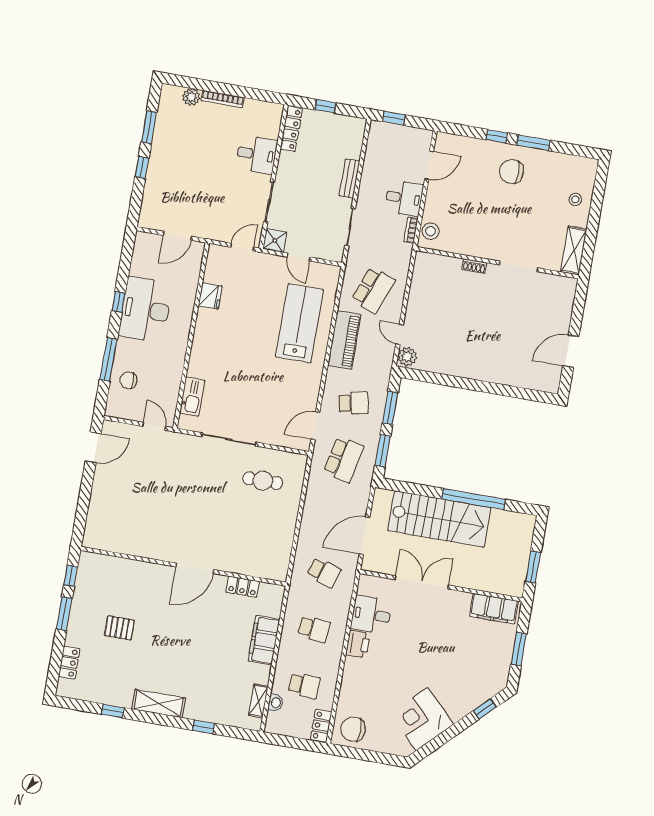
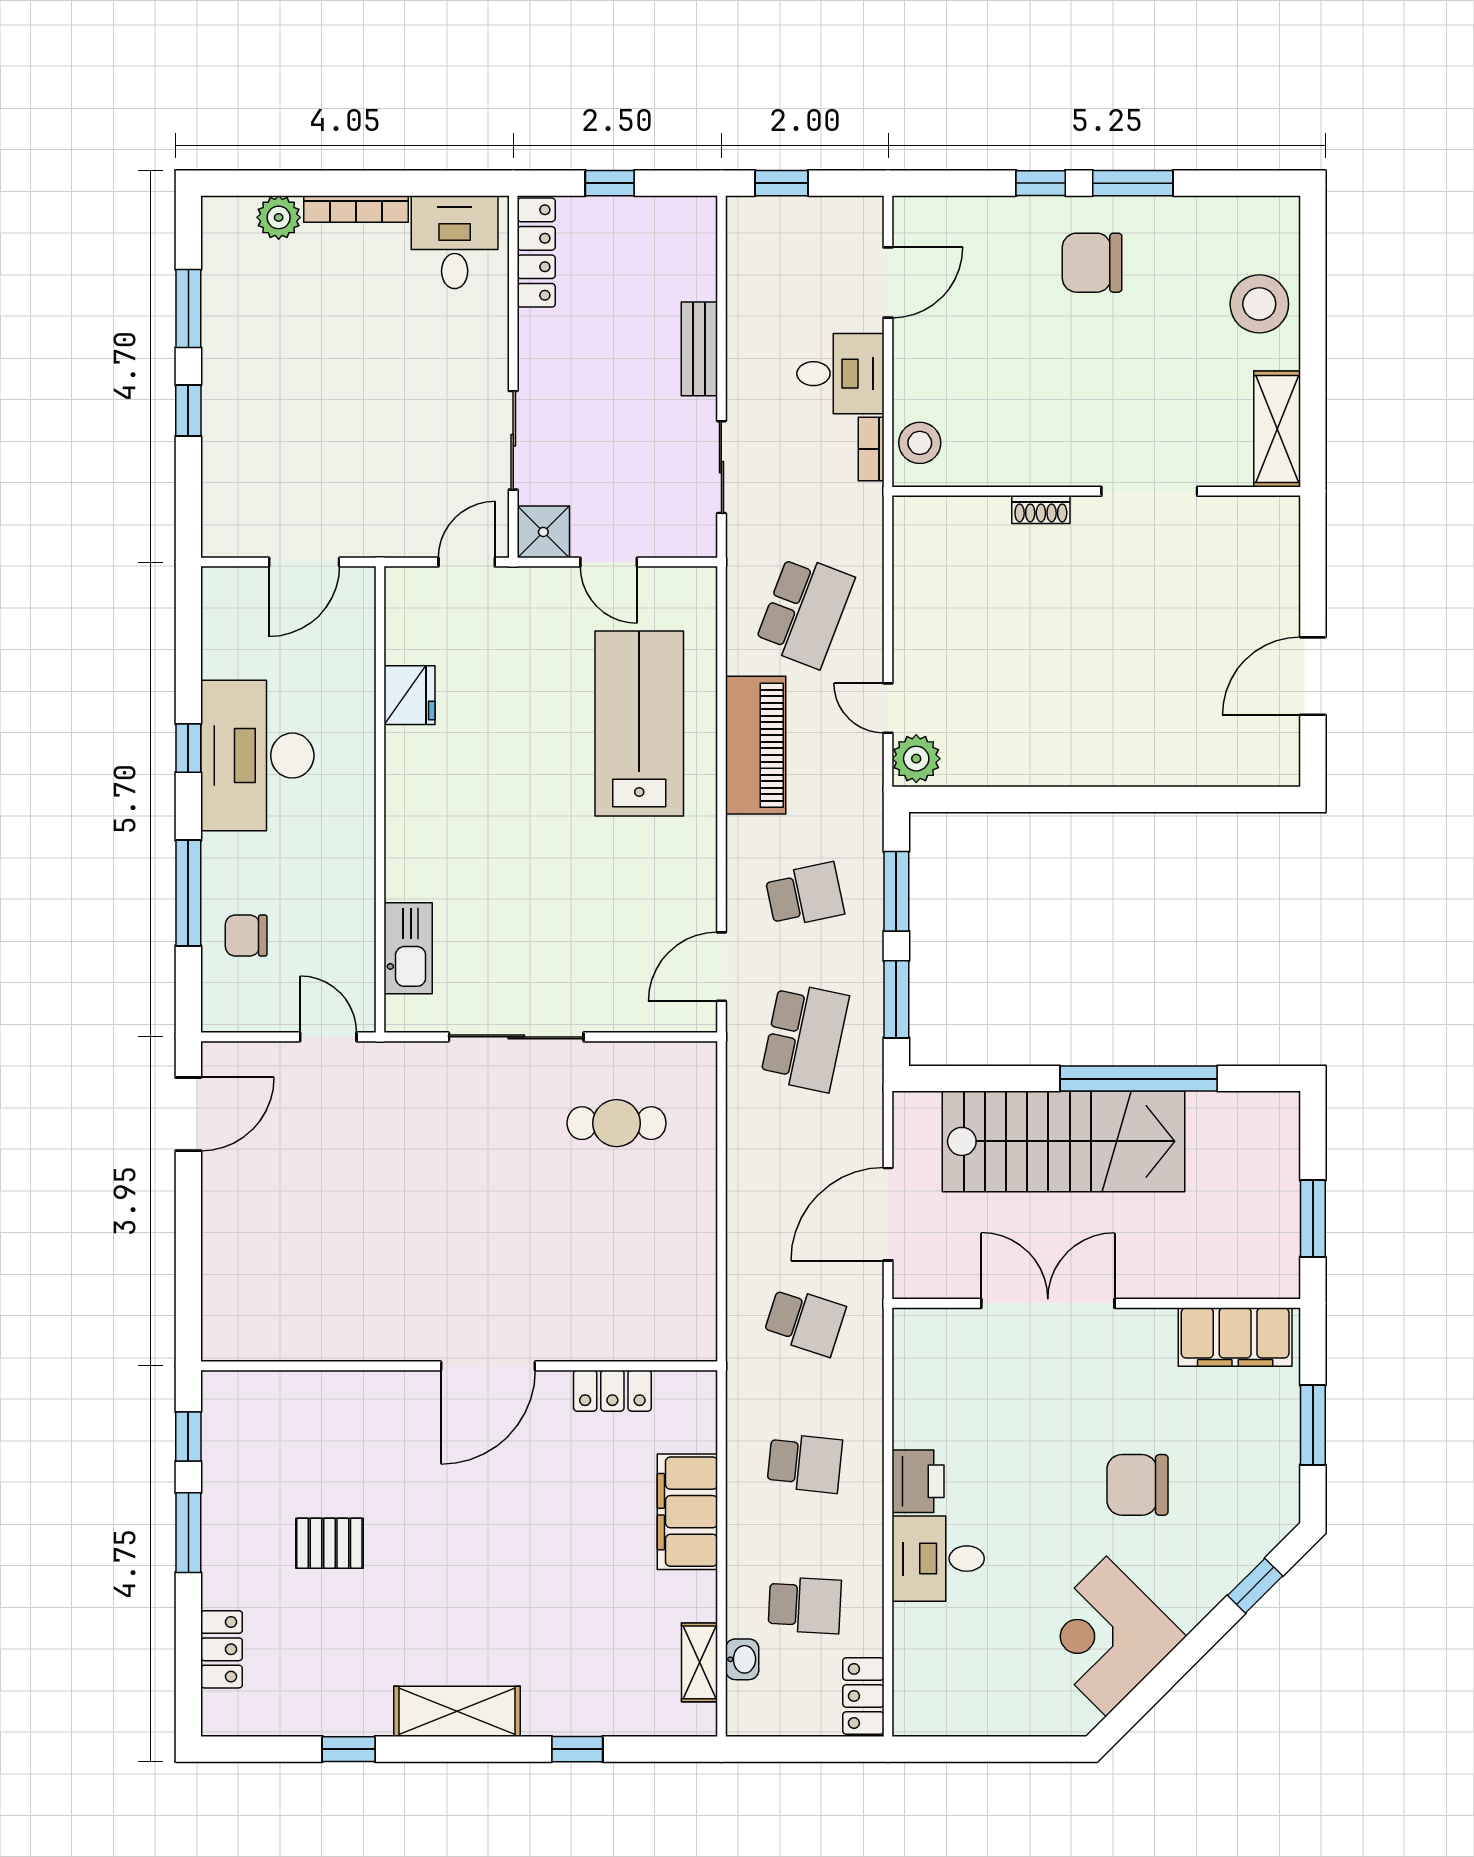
desk: (257, 154) -> (455, 242), moved, turned -90
stool: (575, 199) -> (1259, 304), width x1.89, depth x1.89
desk: (371, 615) -> (938, 1559), moved
chair: (353, 729) -> (1137, 1485), moved

